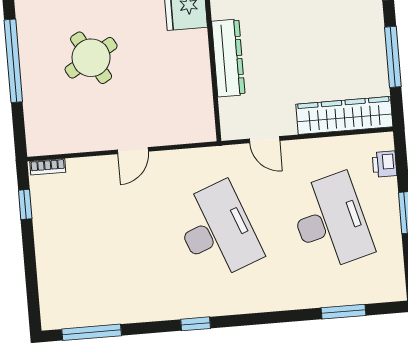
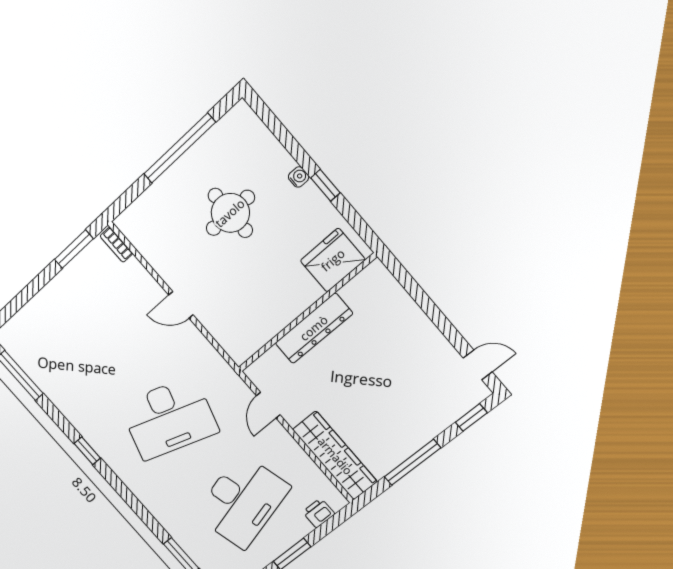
round table: (91, 58) -> (230, 213), turned 30
window: (25, 204) -> (74, 249), width x1.50
desk: (217, 231) -> (169, 418), turned 39

